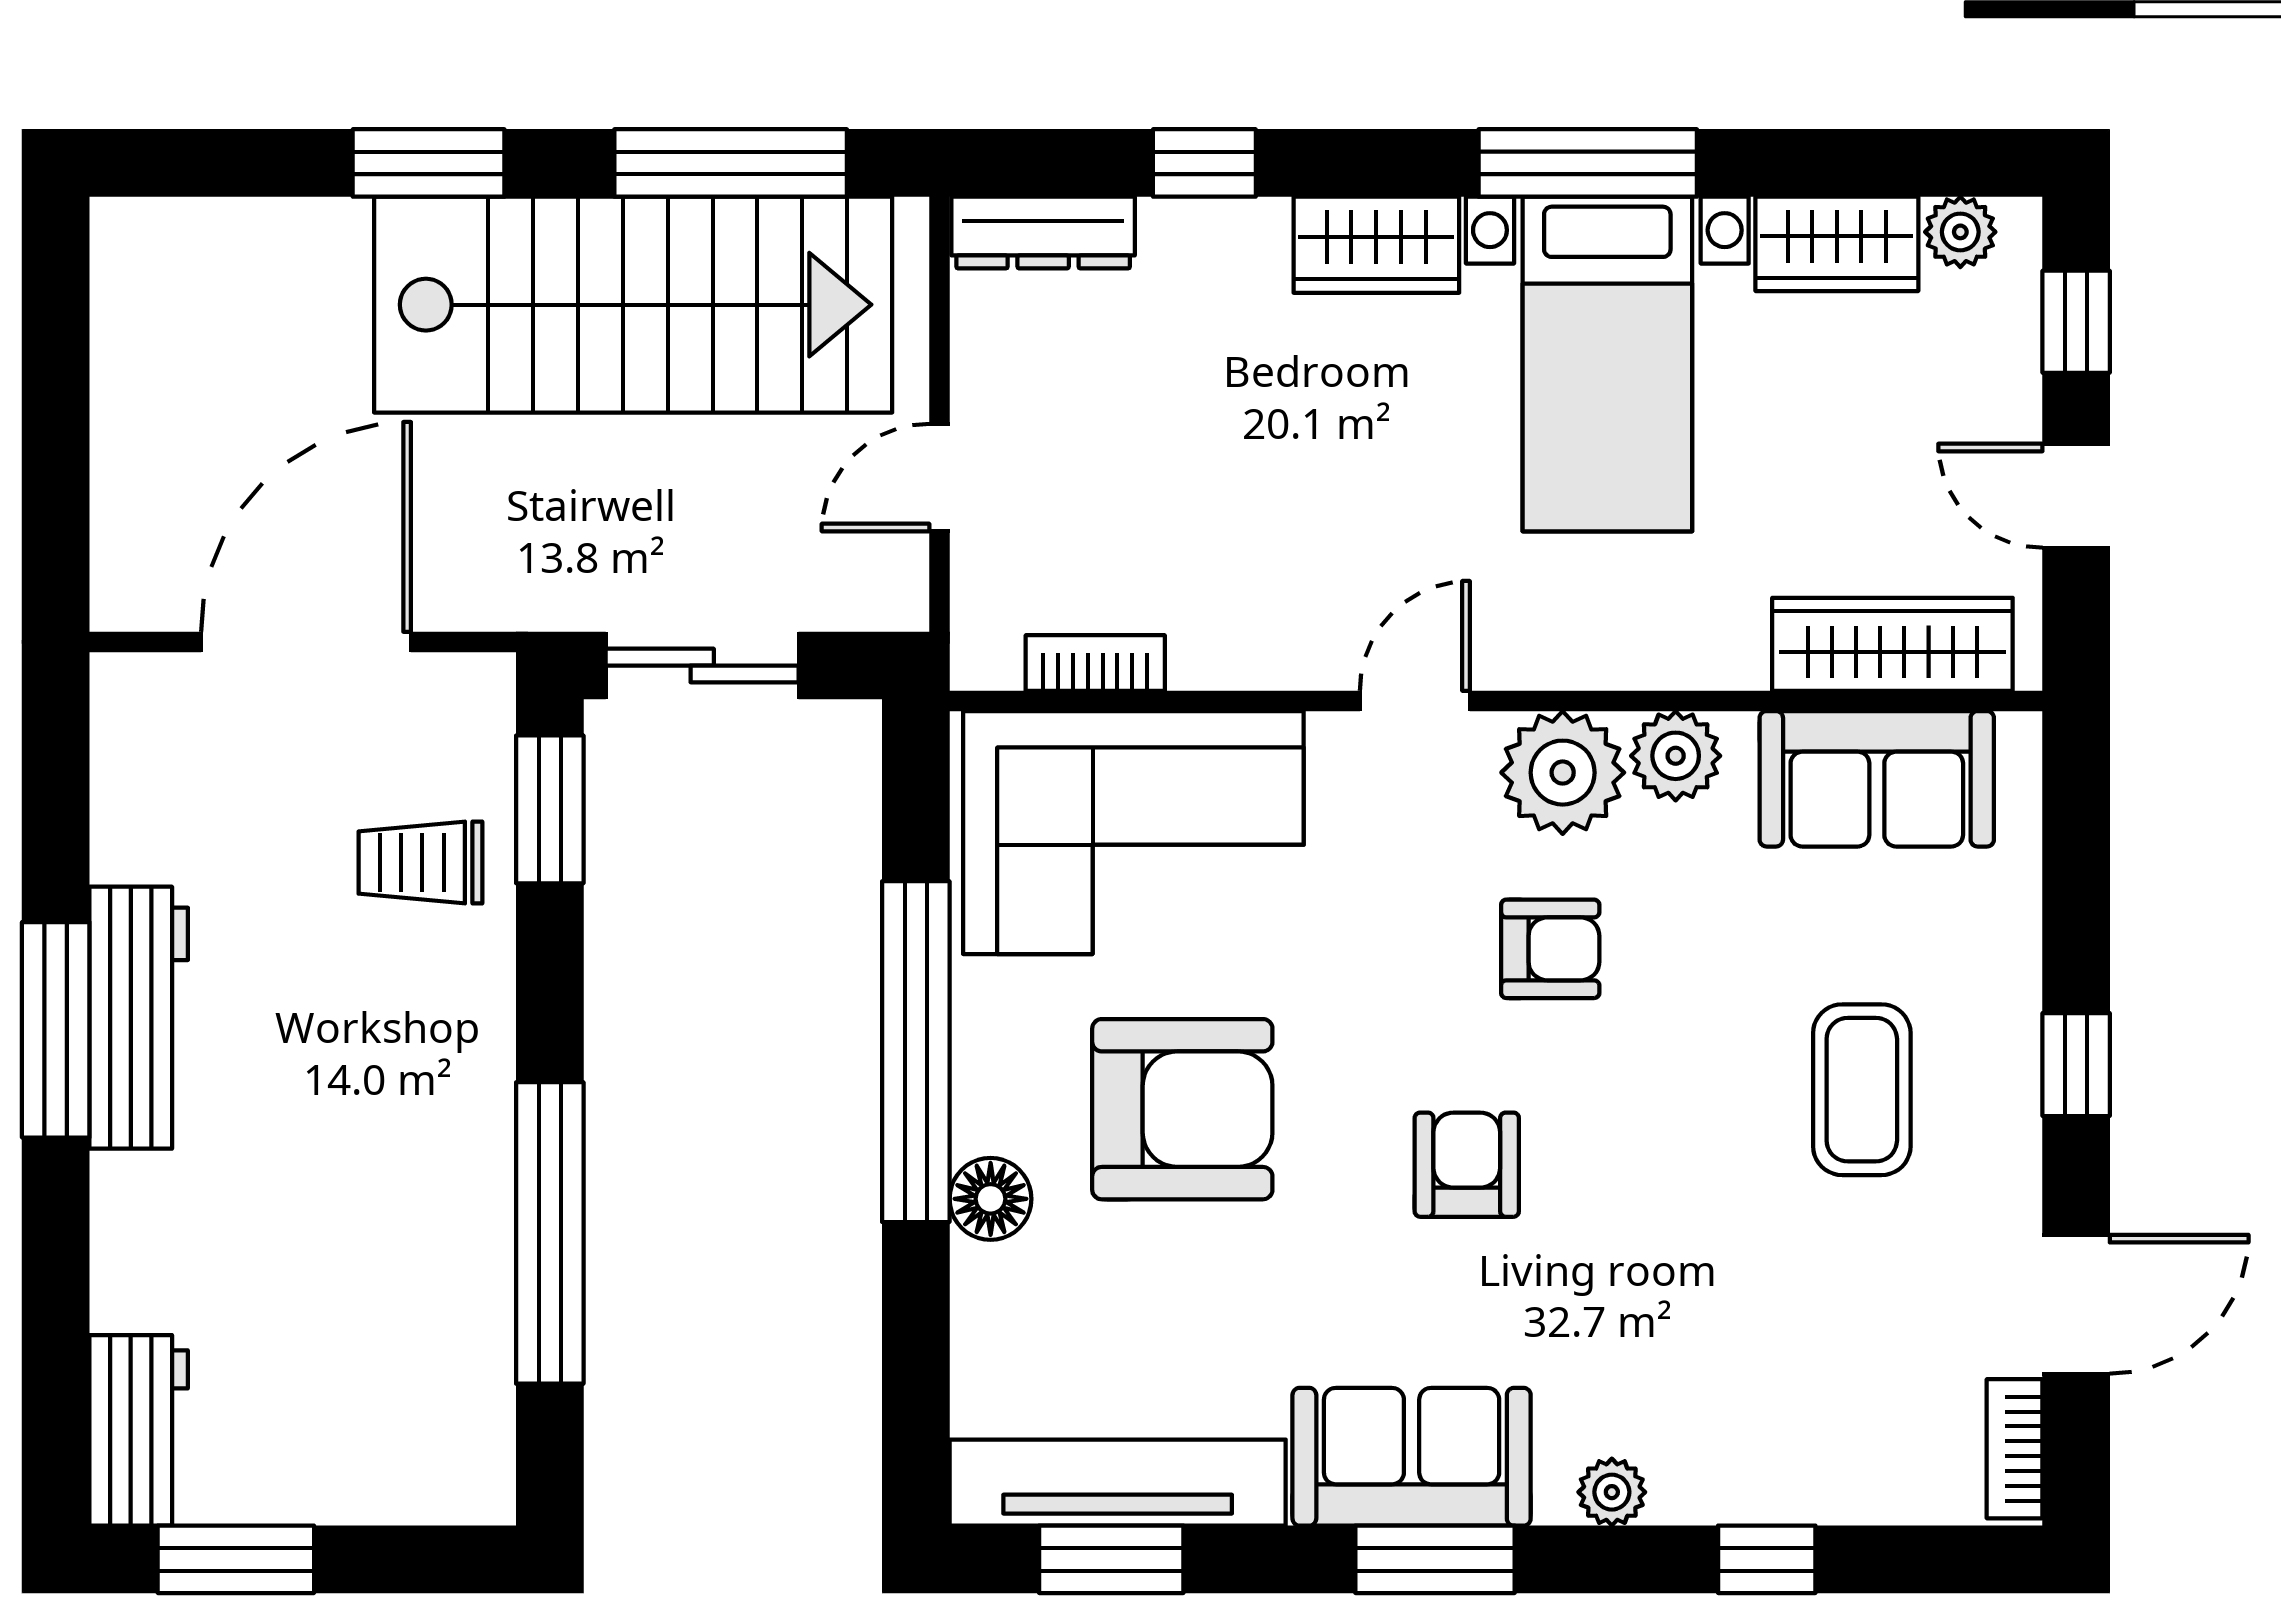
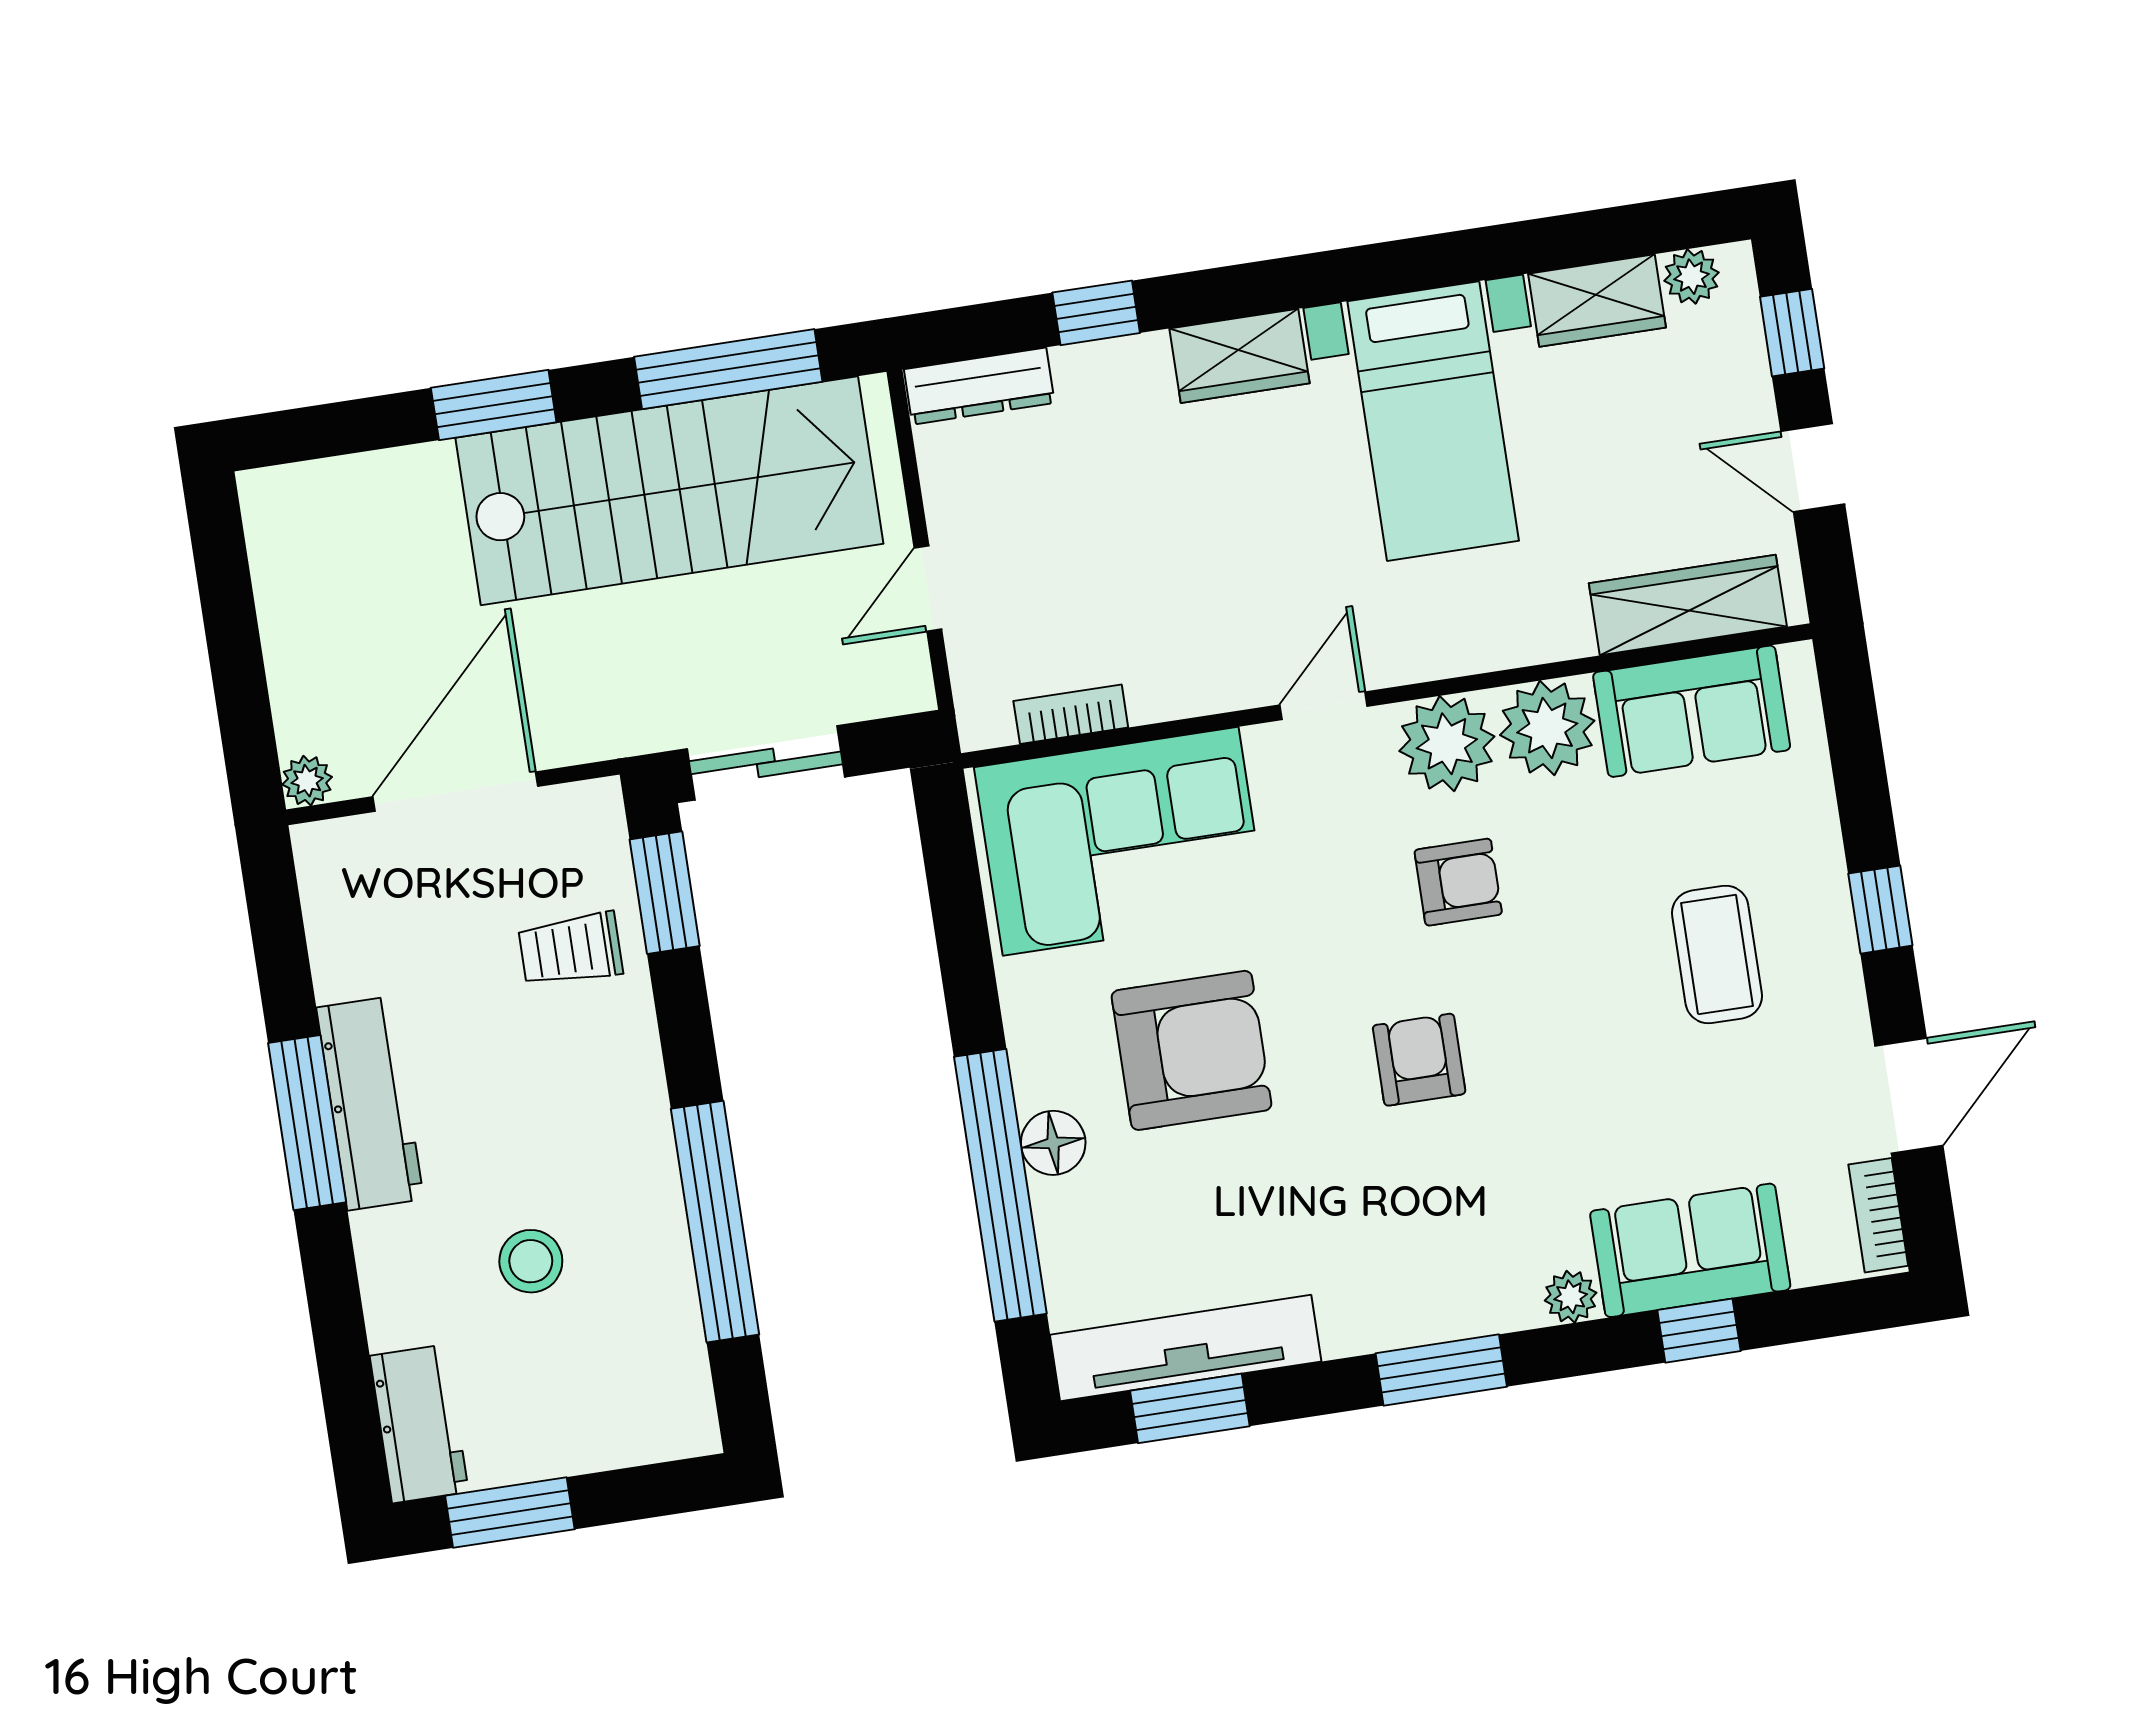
window: (1588, 163) -> (1394, 267), removed
plant: (122, 600) -> (307, 781), added
plant: (1676, 756) -> (1547, 728), width x1.36, depth x1.36
window: (916, 1052) -> (1000, 1185), moved
stool: (311, 1247) -> (531, 1261), added
sofa: (1412, 1457) -> (1690, 1250), moved

